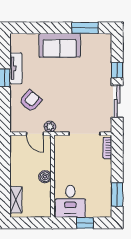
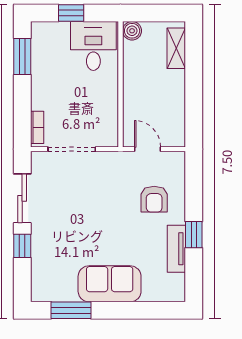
armchair: (30, 101) -> (154, 199), turned -40
plant: (50, 127) -> (125, 160), removed
boiler: (45, 177) -> (132, 31), moved

